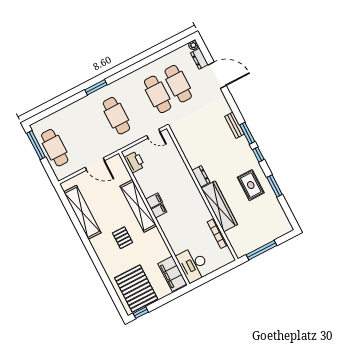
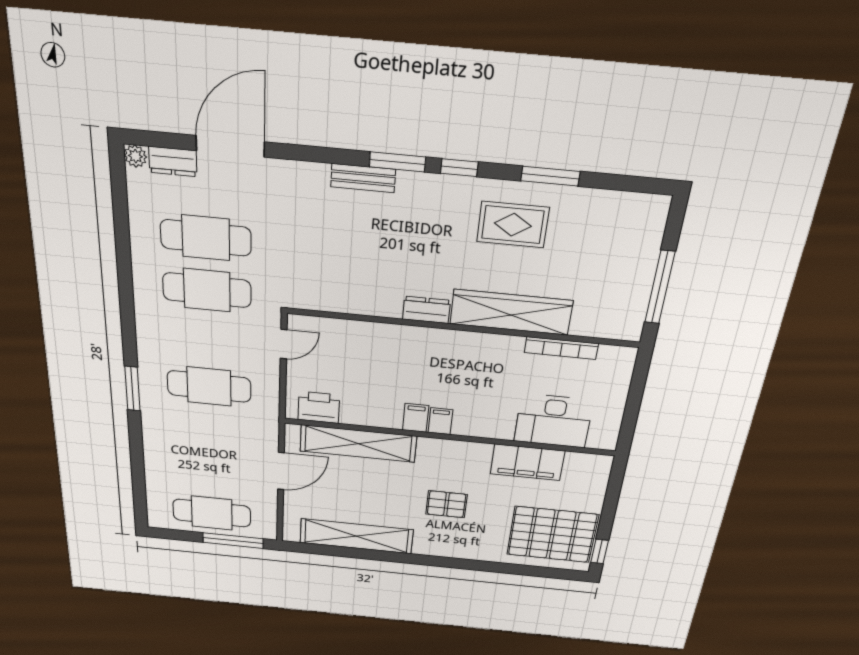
window: (36, 145) -> (233, 541), moved
shelving: (138, 206) -> (358, 444), moved
desk: (193, 264) -> (553, 421), moved
filing cabinet: (172, 274) -> (527, 462), moved

